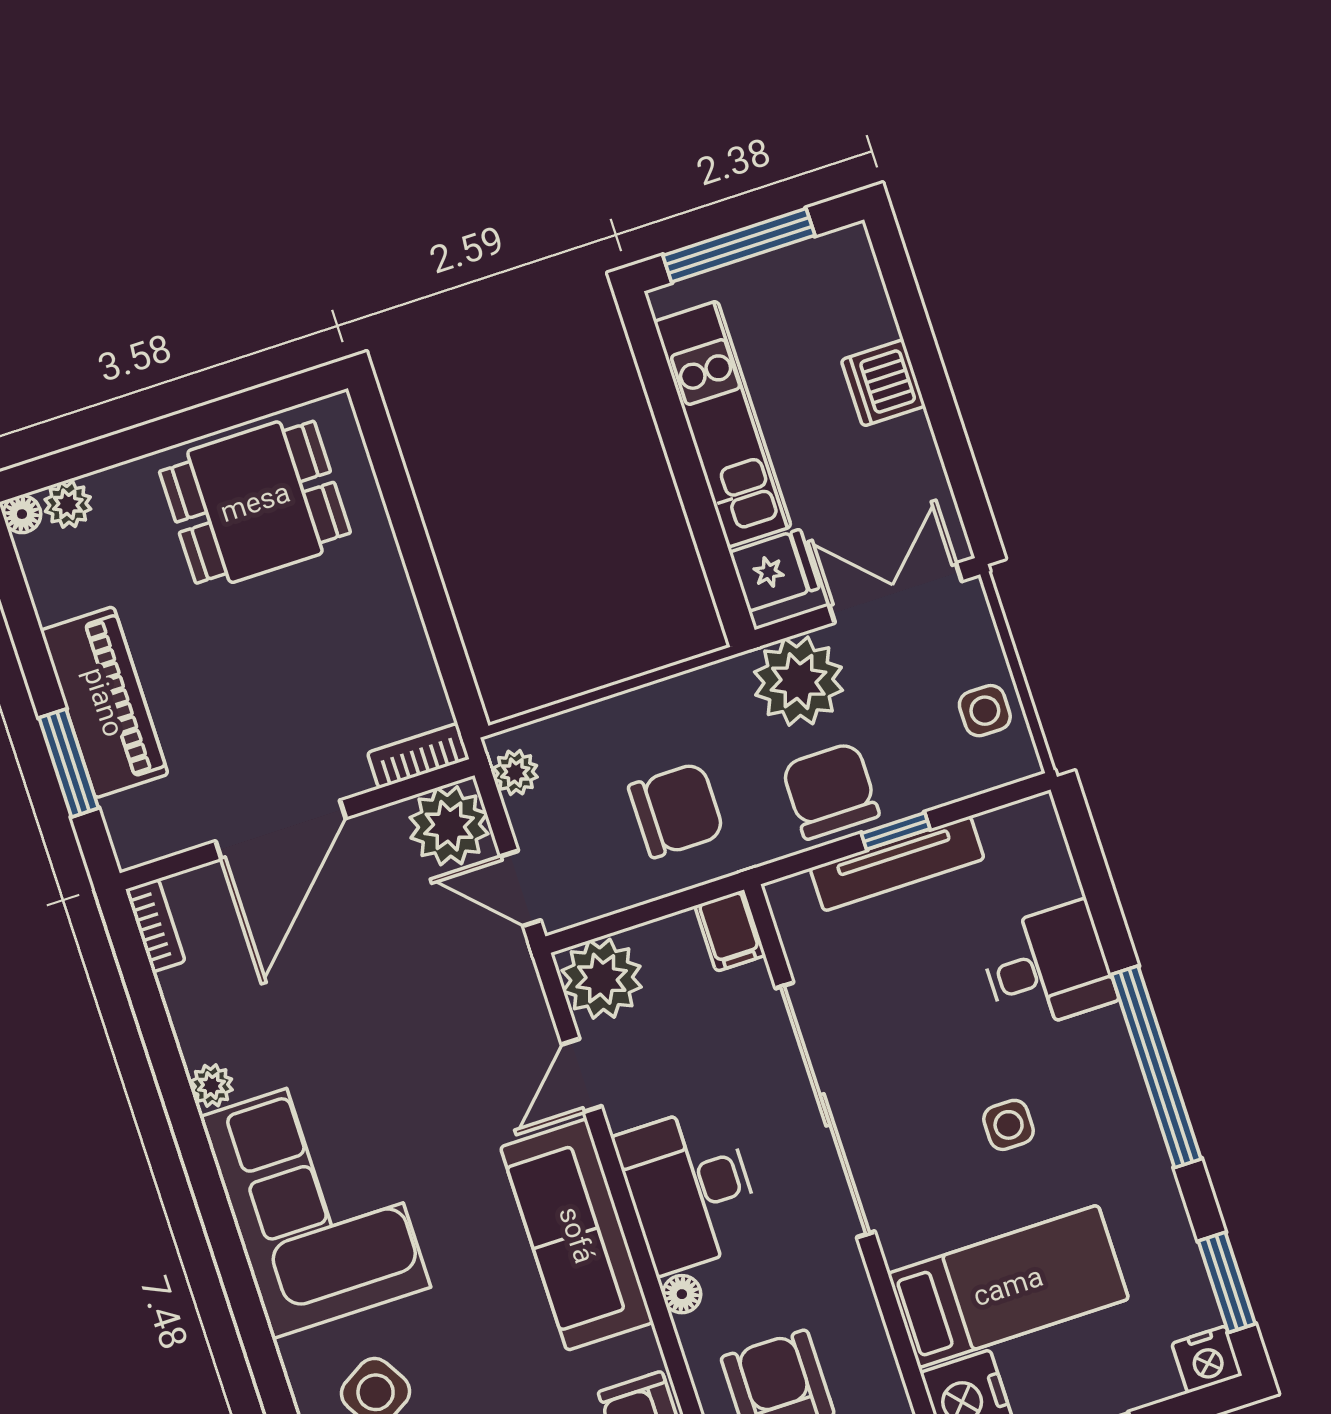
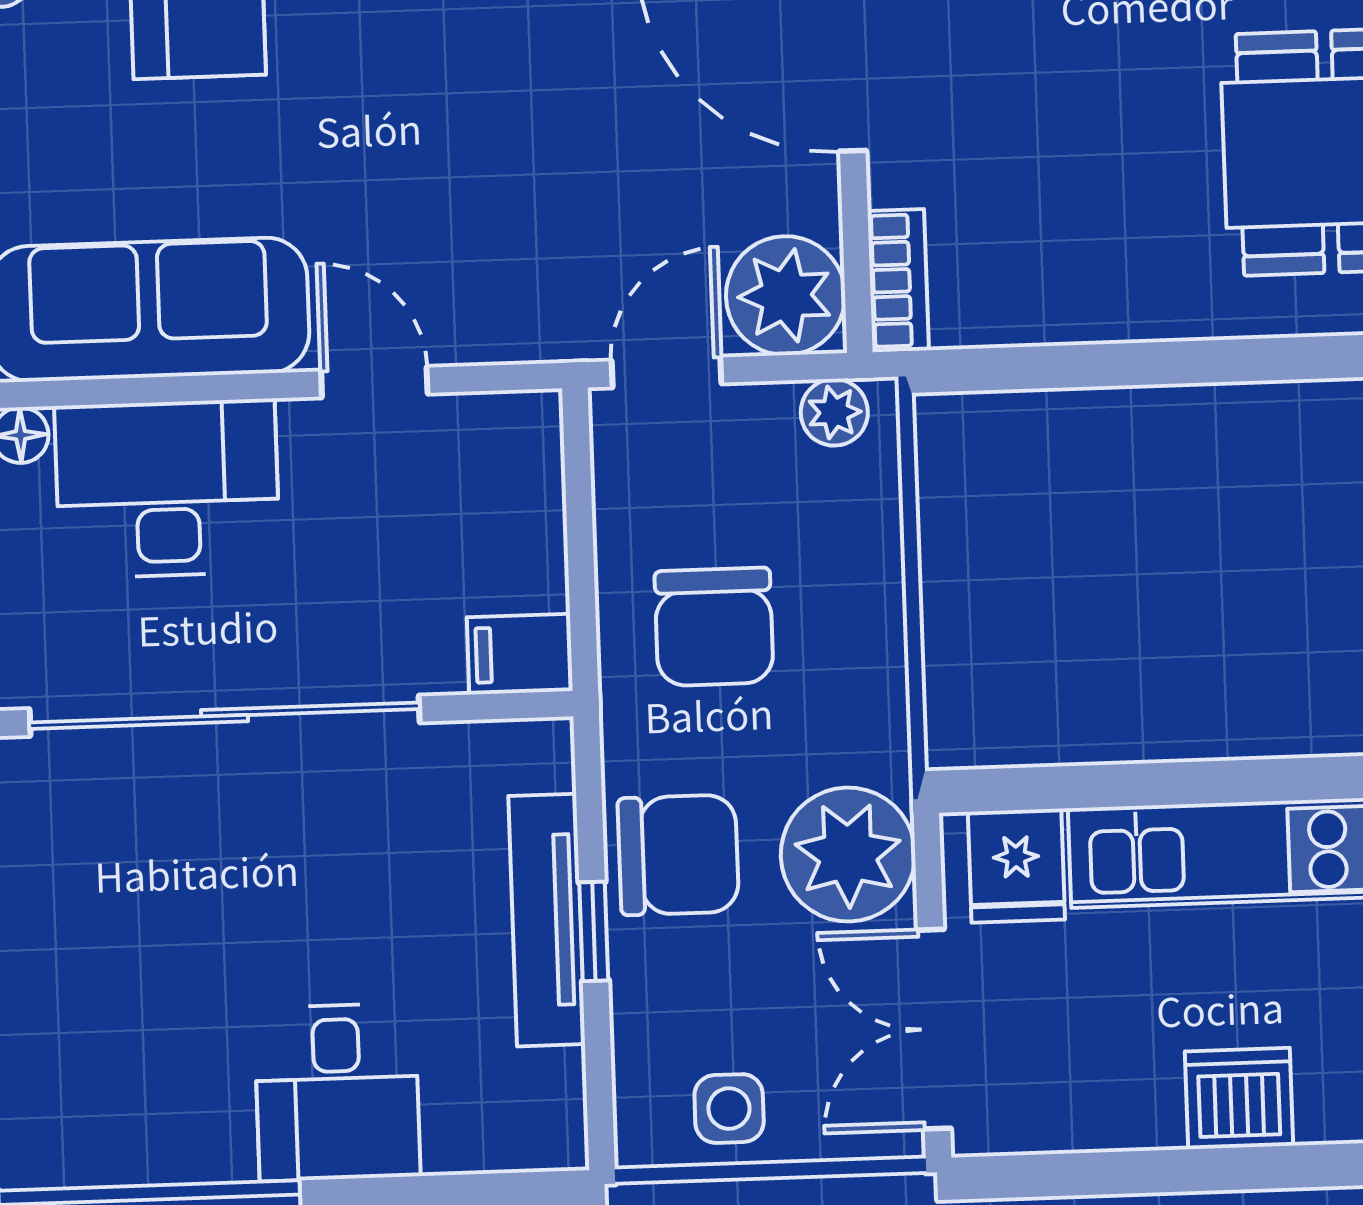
double door: (895, 593) -> (934, 1029), swing flipped
plant: (602, 979) -> (504, 451), removed
side table: (1009, 1125) -> (127, 972), removed

